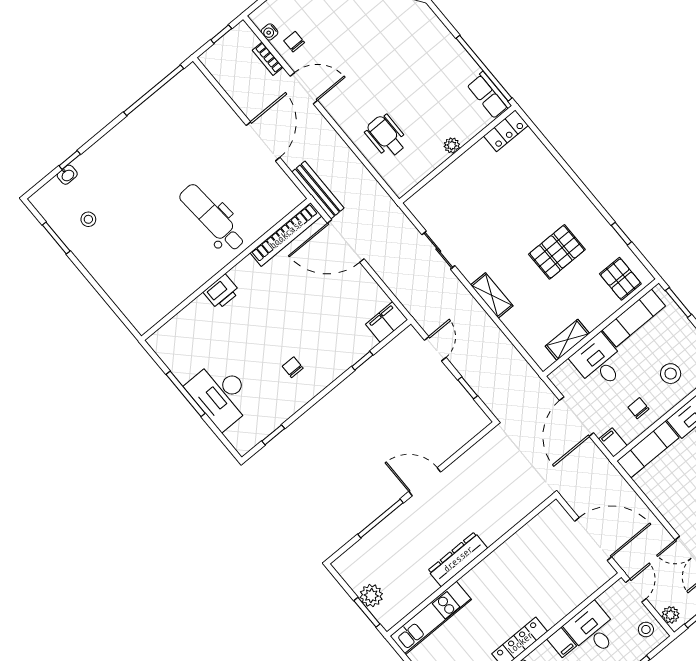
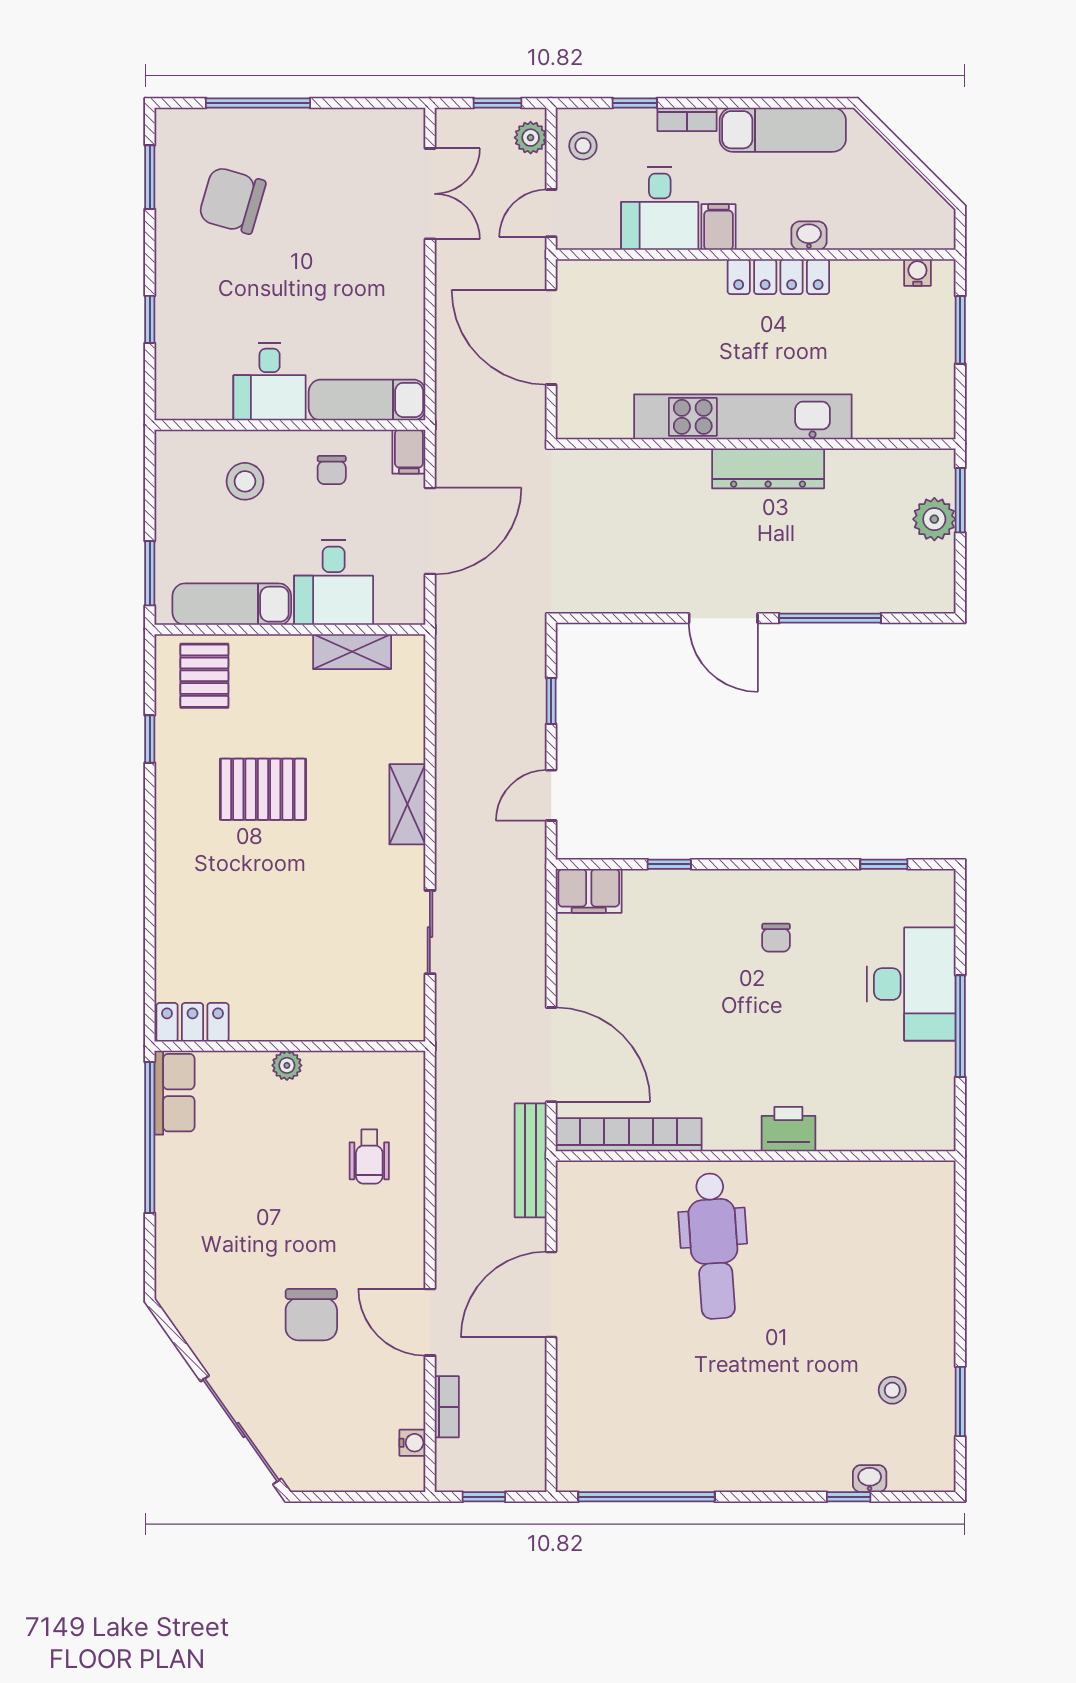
chair: (294, 42) -> (311, 1315), moved, width x1.87, depth x1.87
wheelchair: (386, 136) -> (369, 1156), width x0.73, depth x0.73
kitchen unit: (431, 618) -> (743, 417), moved, width x1.36

